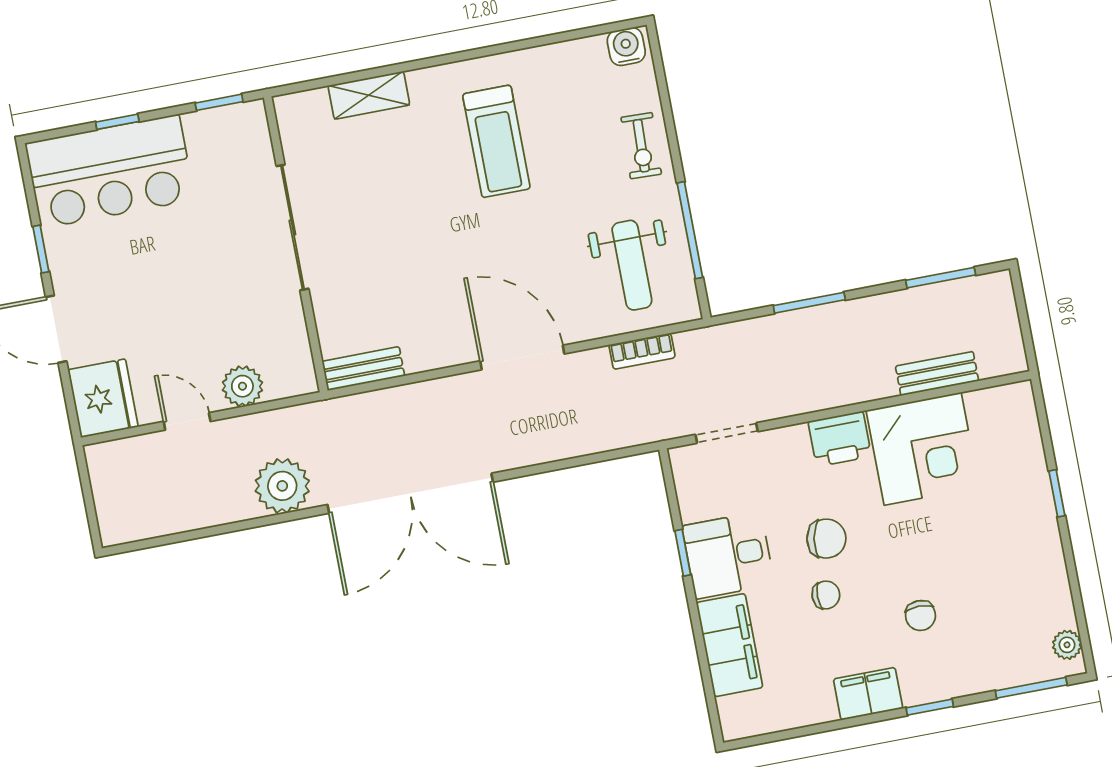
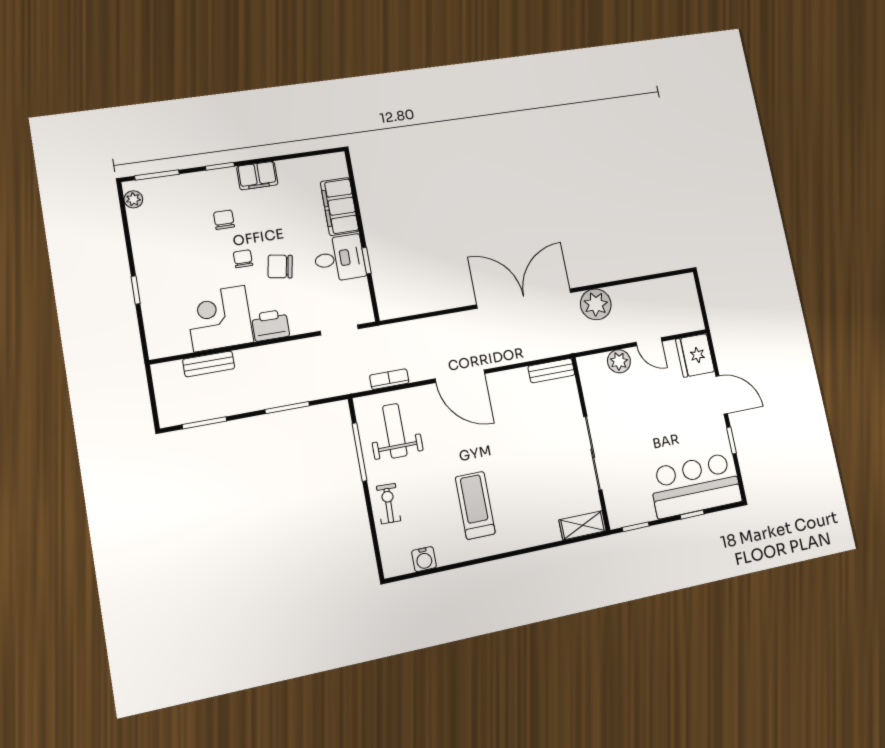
water cooler: (626, 47) -> (424, 559), moved
shelving: (369, 95) -> (583, 525), moved
chair: (826, 595) -> (243, 259), moved, turned 90

